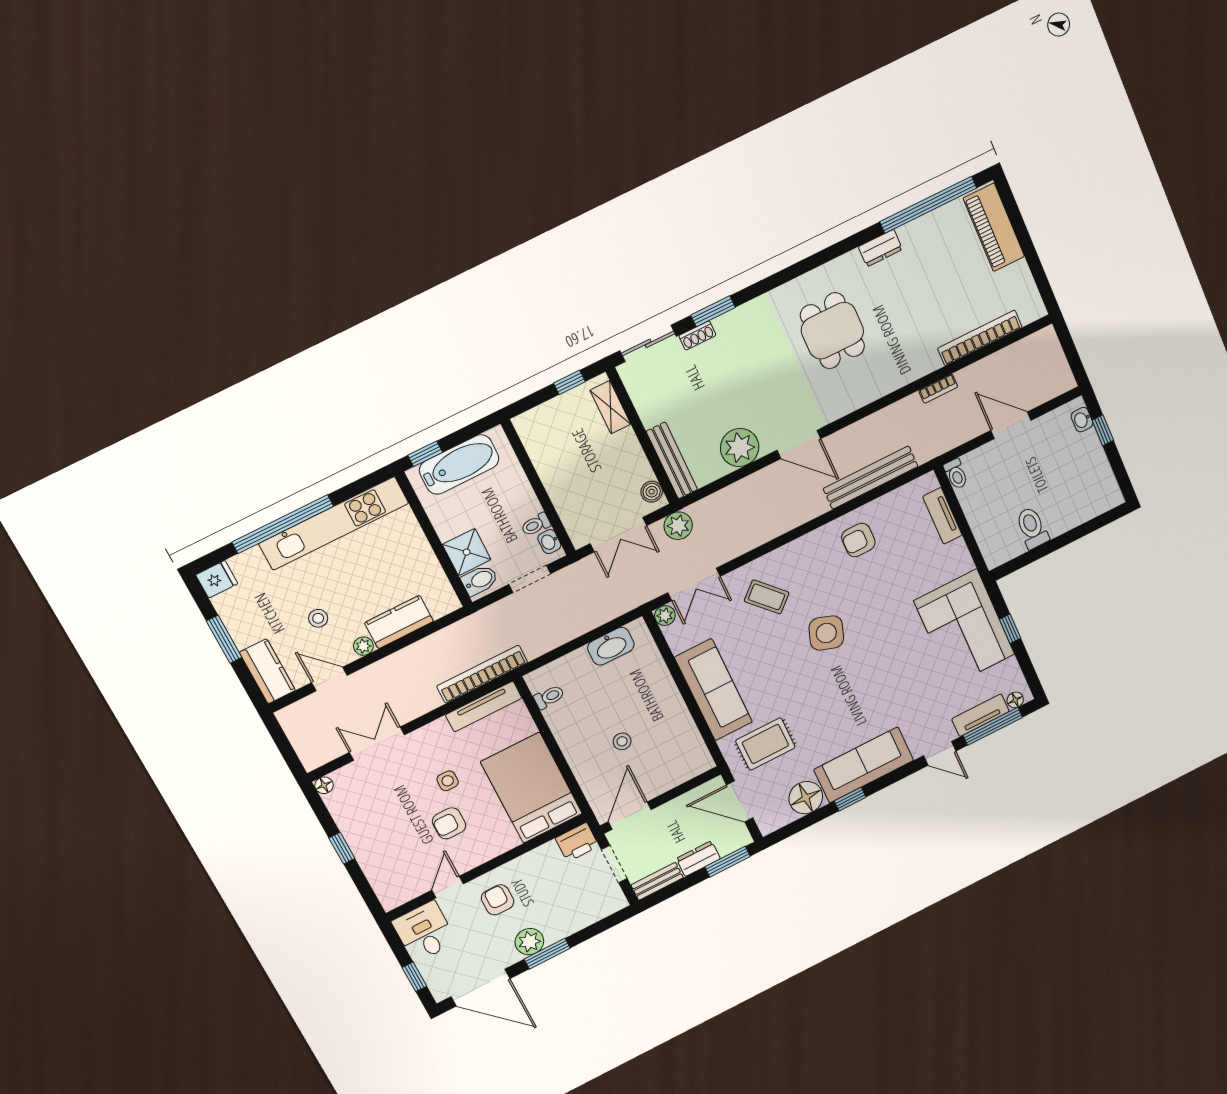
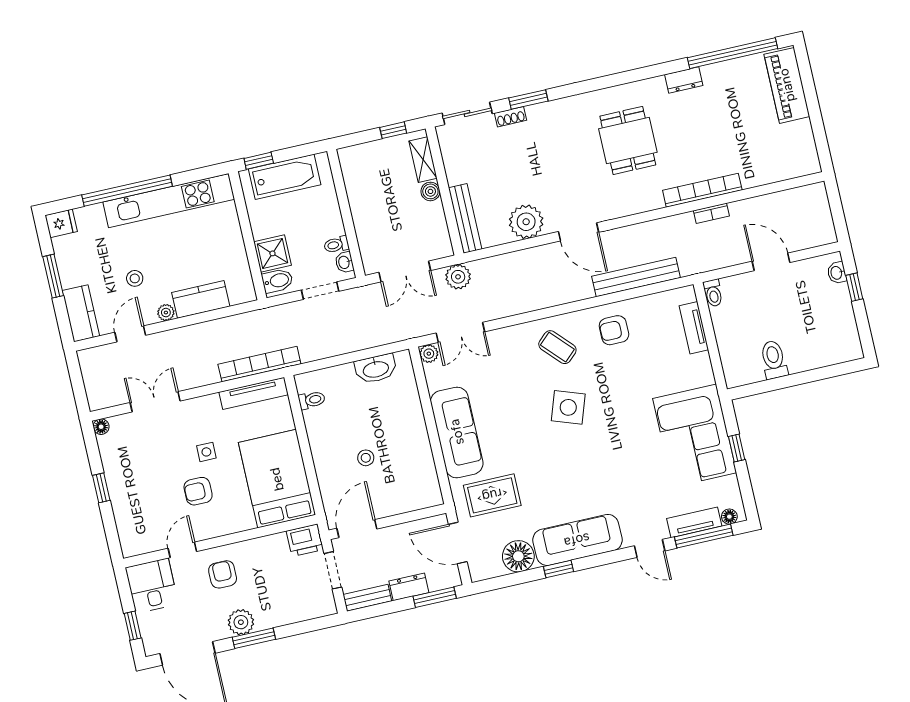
bookcase: (980, 338) -> (702, 190), moved
boiler: (652, 492) -> (430, 191), moved
coffee table: (767, 597) -> (557, 347), moved
door: (329, 679) -> (130, 334), hinge flipped

